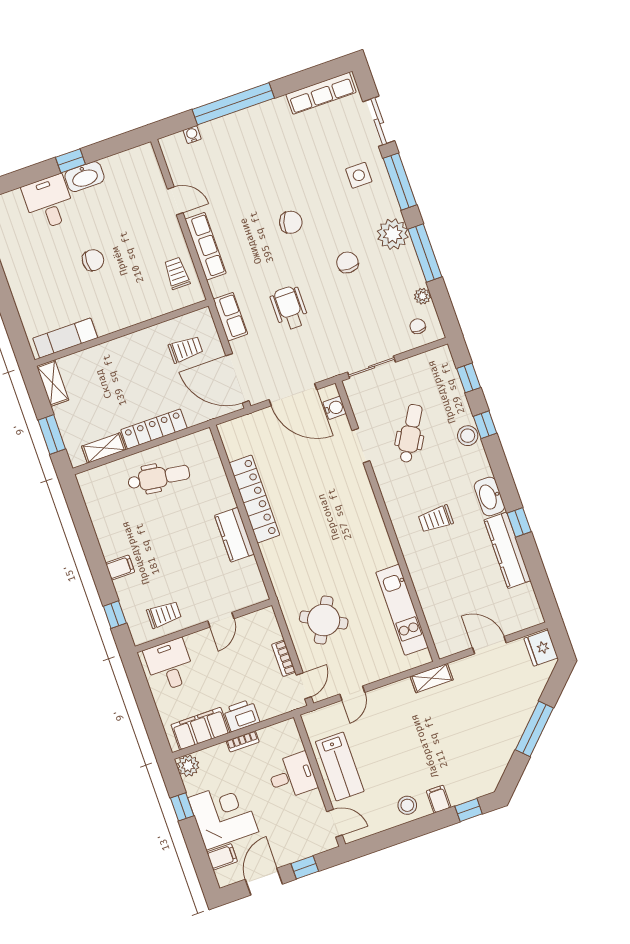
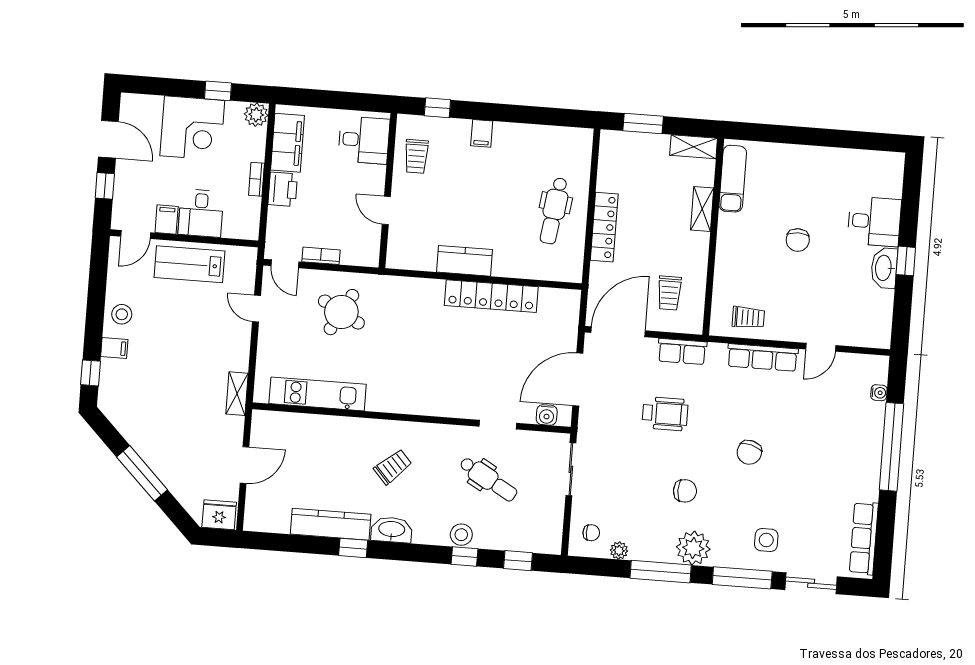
shelving: (104, 448) -> (702, 209), moved
trolley: (436, 519) -> (393, 467), turned 48
filing cabinet: (222, 857) -> (167, 220), moved, turned 180

